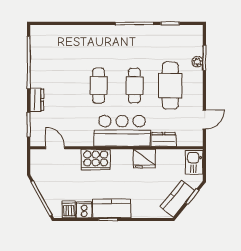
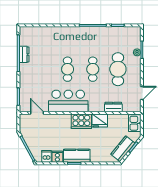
dresser: (37, 100) -> (24, 54), moved
bar counter: (122, 131) -> (68, 101), moved
cooker: (96, 160) -> (81, 121), moved

